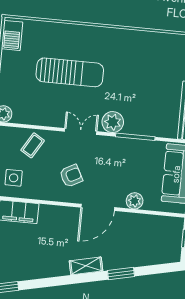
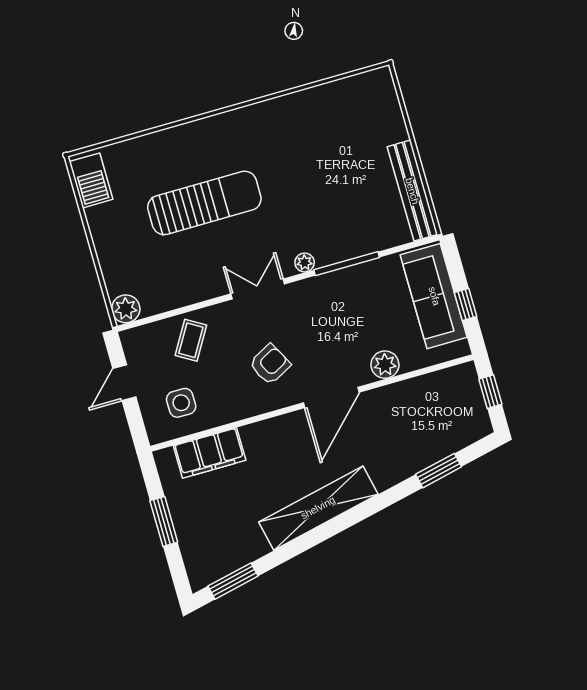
plant: (113, 122) -> (305, 262), width x0.53, depth x0.53
shelving: (86, 266) -> (318, 508), width x2.20, depth x1.33
window: (121, 273) -> (439, 471), moved

